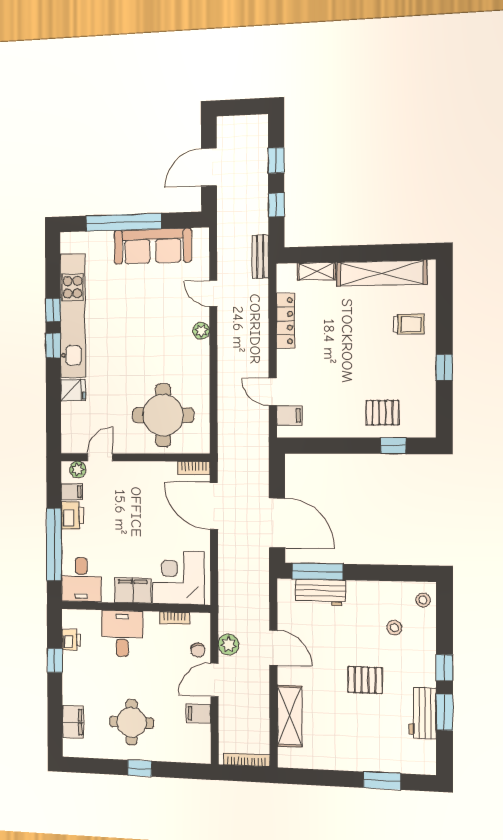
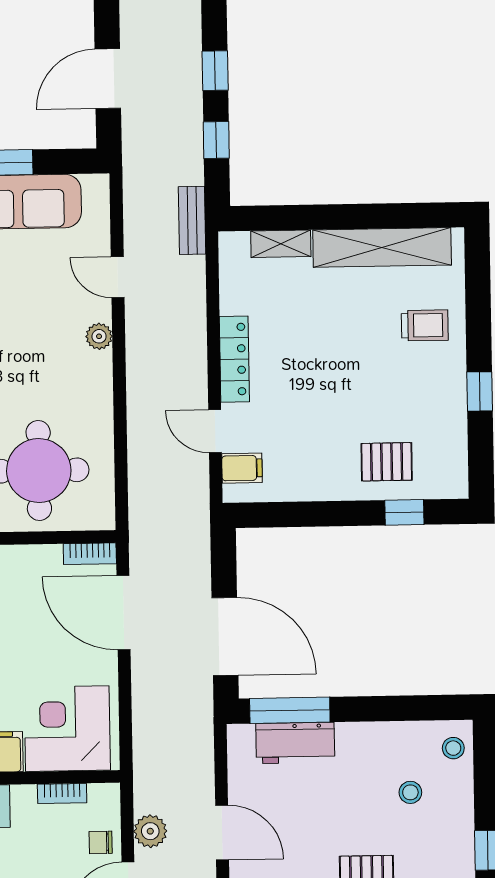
locker: (286, 321) -> (234, 359), moved
chair: (198, 650) -> (101, 842), turned 102

